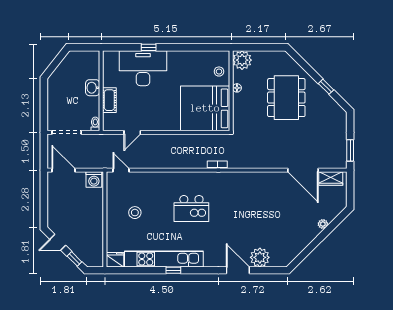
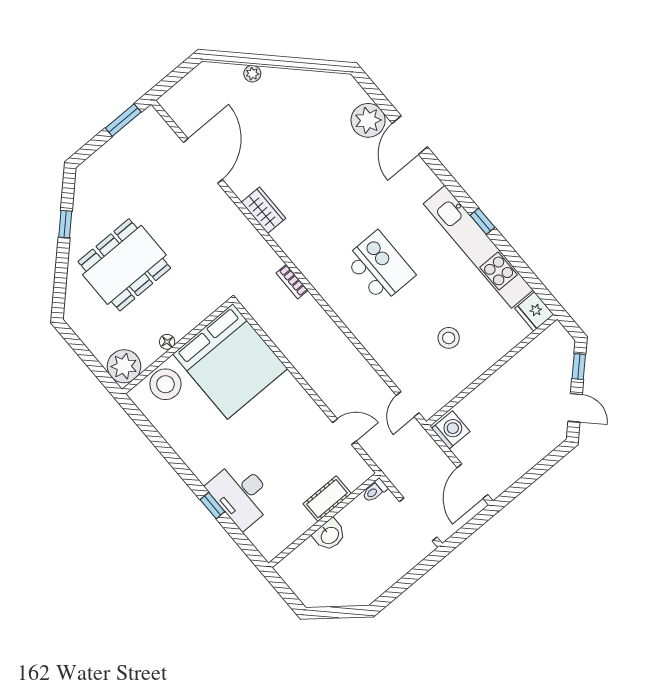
desk: (143, 68) -> (241, 494), width x0.73, depth x0.77
stool: (219, 72) -> (165, 384), width x1.89, depth x1.89
wardrobe: (331, 179) -> (264, 210), moved

